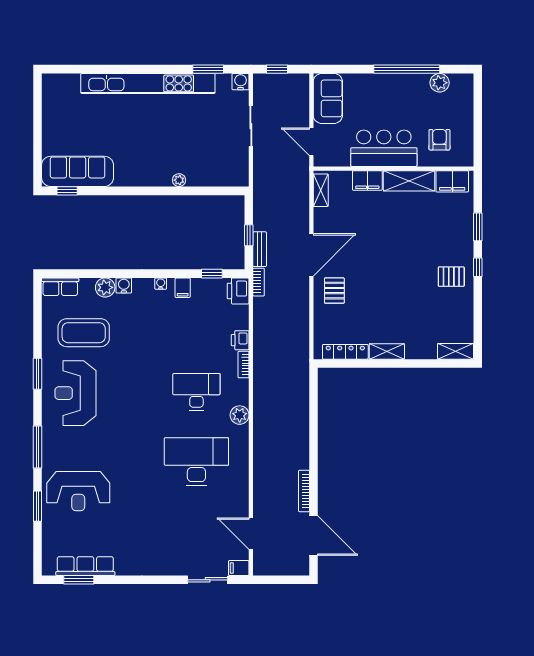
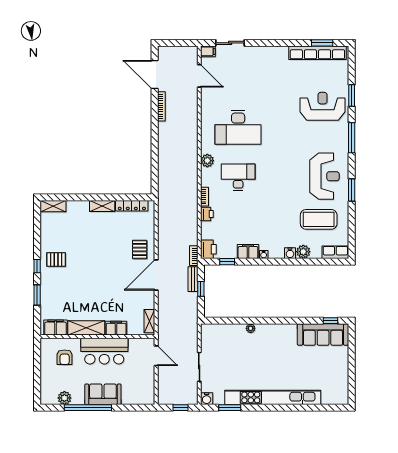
sofa: (328, 98) -> (103, 394), moved, turned 90
filing cabinet: (183, 288) -> (248, 252), width x2.00
desk: (196, 392) -> (238, 177), turned 180
row of seats: (85, 566) -> (317, 53), width x1.36

